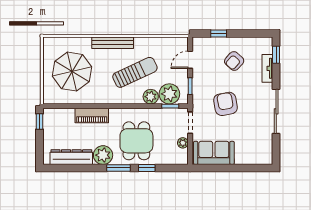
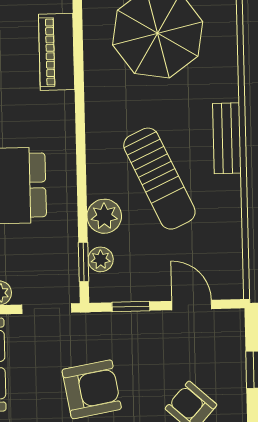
bench: (113, 43) -> (227, 138), width x0.73
plant: (169, 94) -> (101, 259), width x0.53, depth x0.53
piano: (92, 116) -> (57, 52), moved

